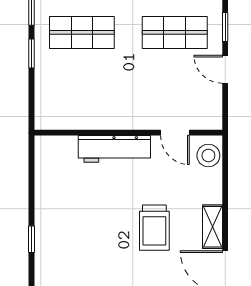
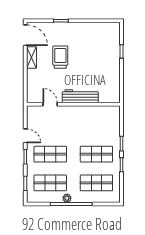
stool: (208, 155) -> (34, 93), removed

